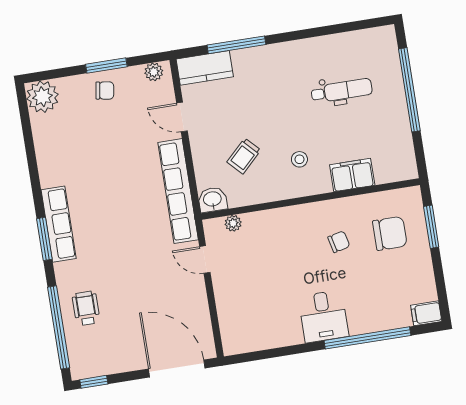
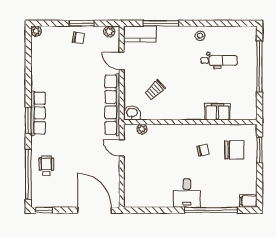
plant: (42, 97) -> (36, 31), width x0.53, depth x0.53
stool: (299, 159) -> (200, 36), moved

